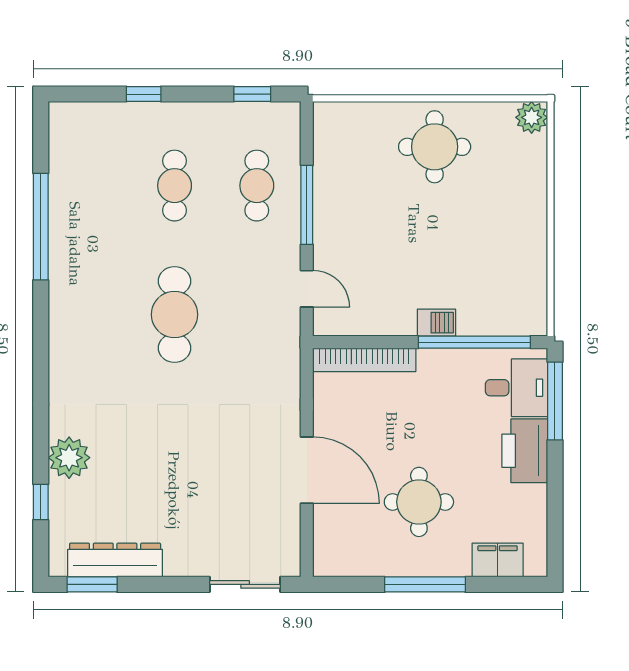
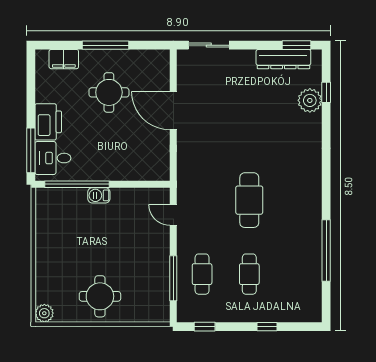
window: (307, 205) -> (173, 278), moved
bookcase: (364, 360) -> (140, 174), removed
plant: (69, 458) -> (310, 100), moved

